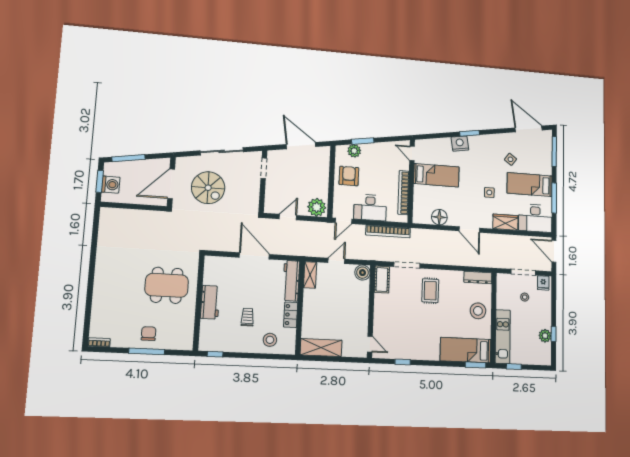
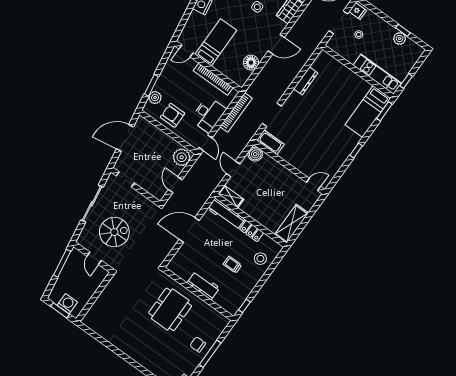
window: (129, 158) -> (62, 263), moved
door: (171, 184) -> (94, 258), width x0.53
dresser: (478, 278) -> (306, 81), moved
rug: (430, 291) -> (304, 109), removed
stool: (478, 311) -> (344, 81), removed
window: (403, 362) -> (356, 151), moved

